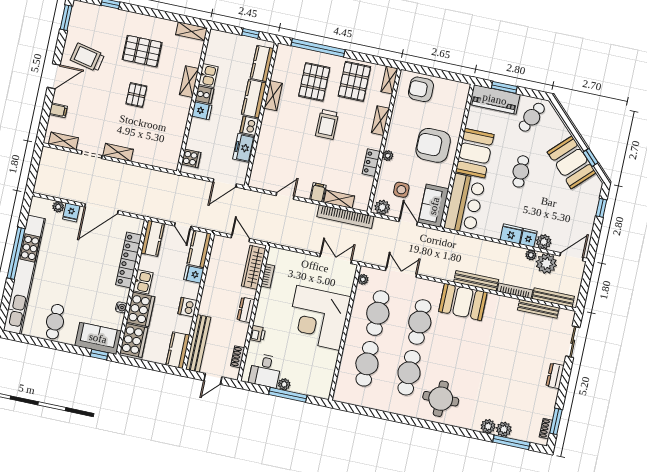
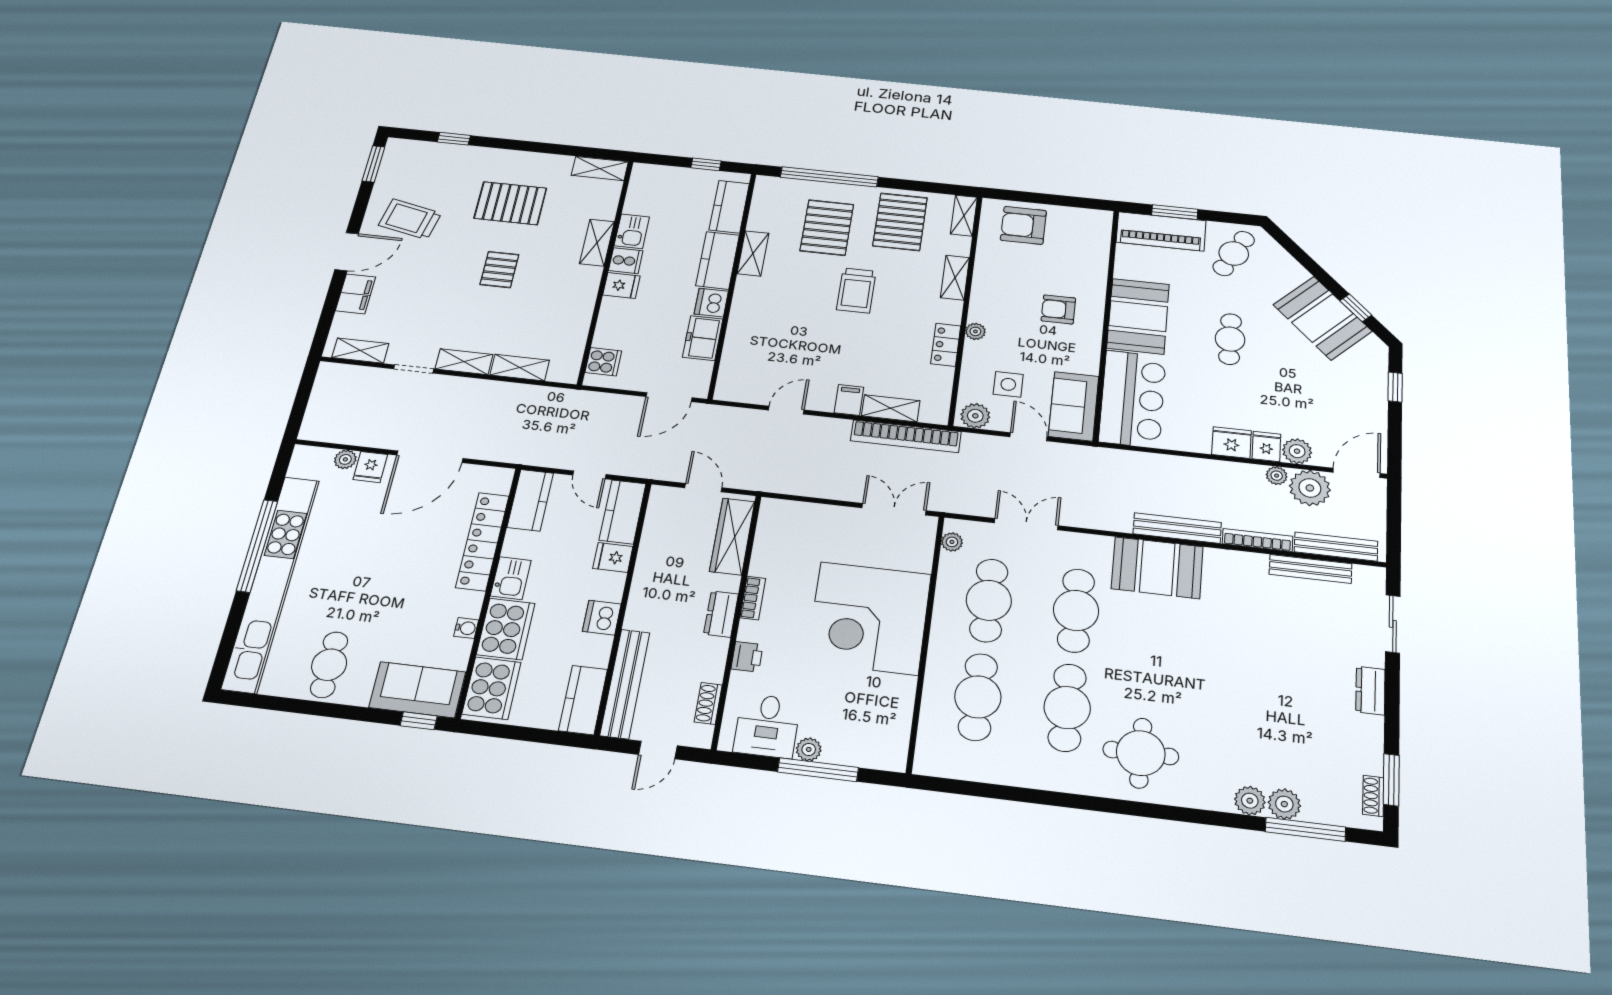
filing cabinet: (58, 110) -> (356, 294), width x2.00
armchair: (433, 145) -> (1058, 309), width x0.53, depth x0.53
shelving: (147, 158) -> (520, 368), added
bookcase: (268, 276) -> (753, 598), moved

